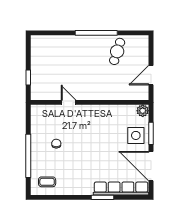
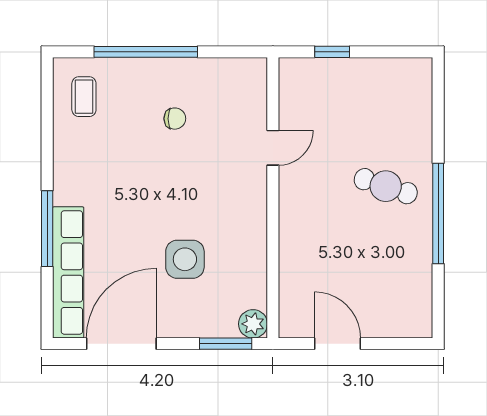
cafe table: (117, 51) -> (386, 186), moved
window: (151, 133) -> (226, 344), moved
side table: (136, 135) -> (185, 259), moved
window: (103, 197) -> (47, 229), width x1.44

